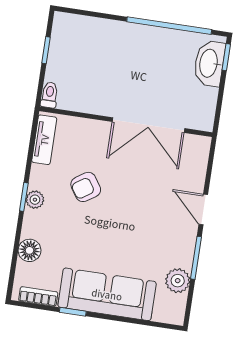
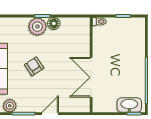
tv unit: (44, 140) -> (75, 22), removed
armchair: (86, 187) -> (34, 66), moved
plant: (35, 200) -> (37, 27), width x1.87, depth x1.87
floor lamp: (30, 250) -> (54, 23), moved

